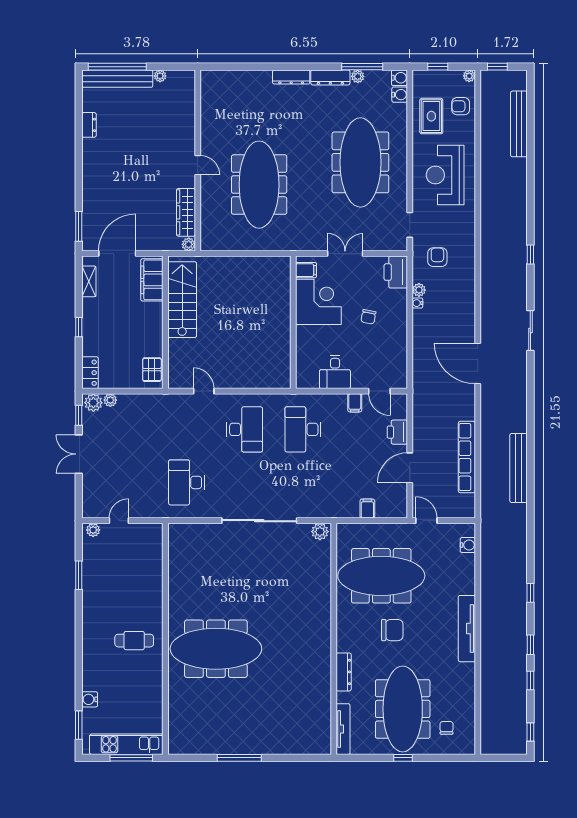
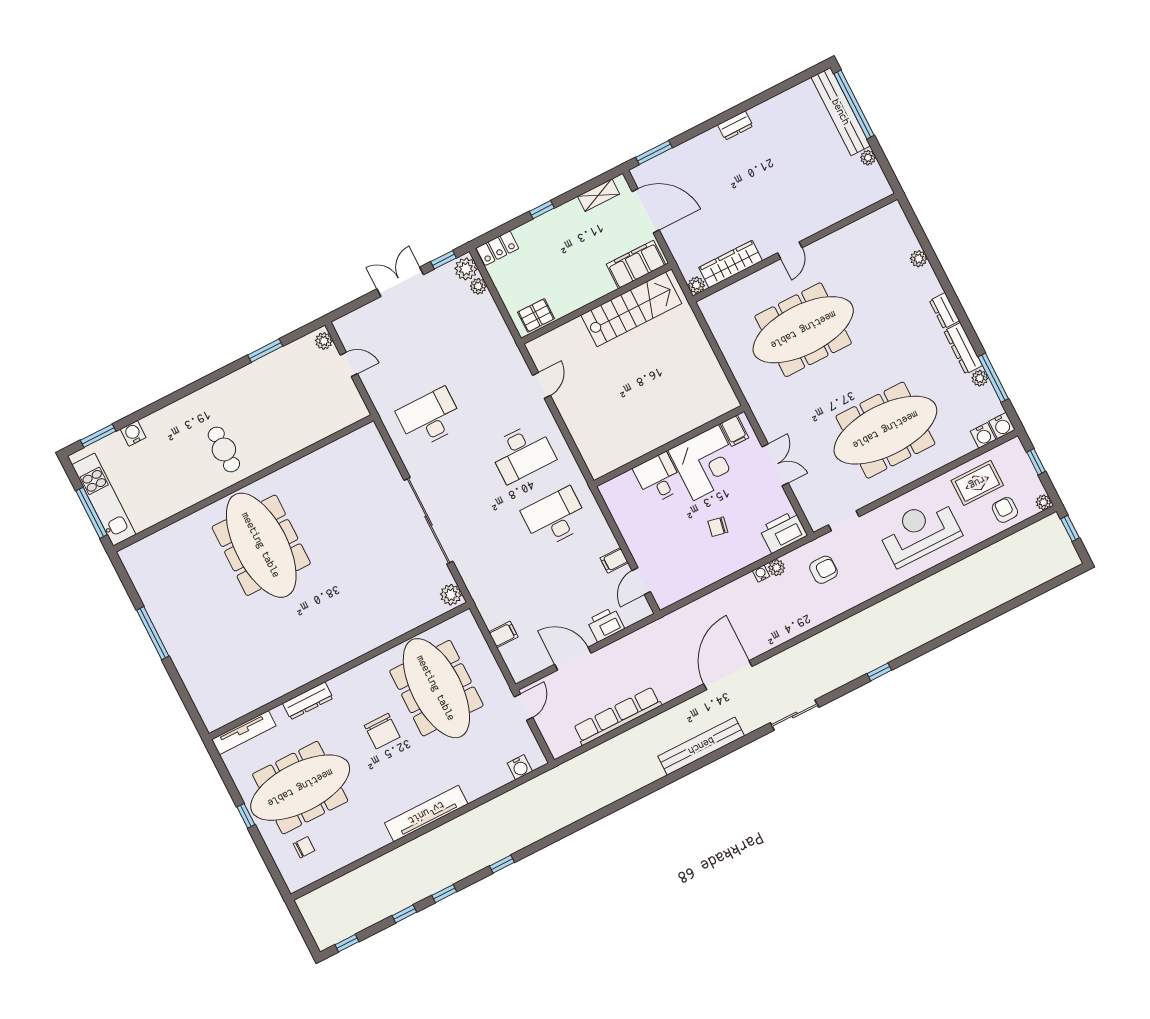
plant: (250, 77) -> (919, 259), added
dresser: (291, 77) -> (944, 311), width x0.70
bench: (519, 124) -> (1018, 585), removed
dresser: (89, 125) -> (735, 125), moved
desk: (335, 372) -> (659, 478), moved, turned 90
bench: (519, 468) -> (701, 746), moved

